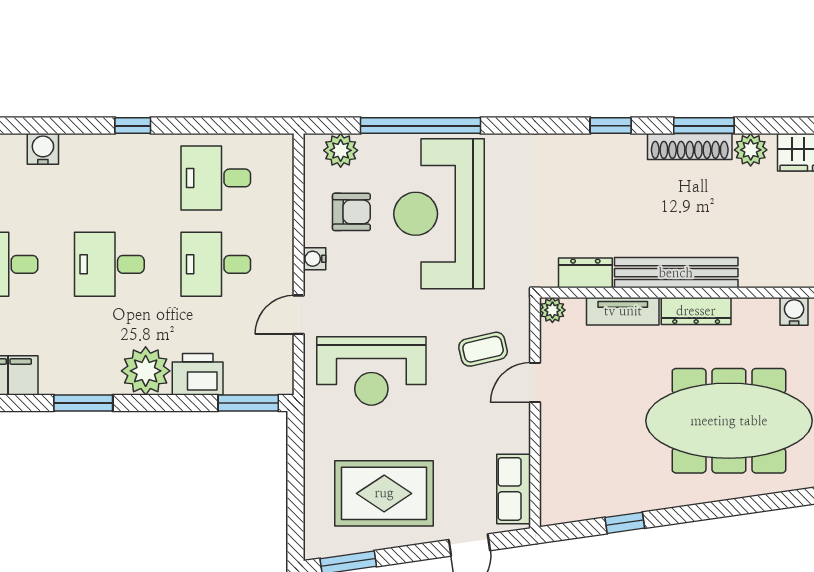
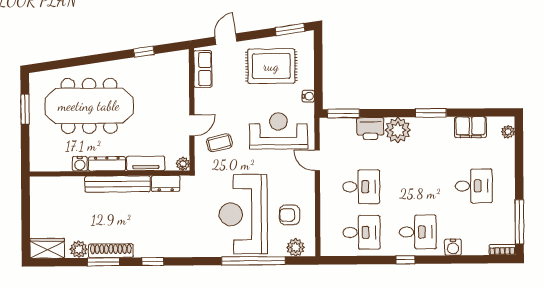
reception desk: (439, 214) -> (243, 214), turned 180
water cooler: (314, 259) -> (308, 96), moved
desk: (109, 264) -> (418, 232), moved
water cooler: (794, 311) -> (80, 164), moved
door: (299, 315) -> (317, 160), swing flipped

